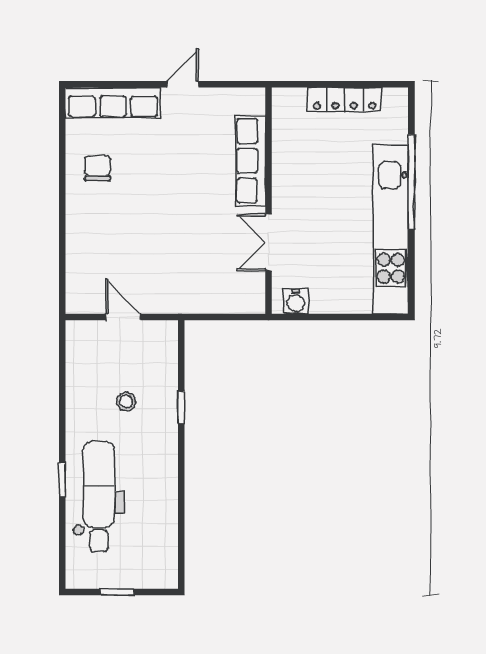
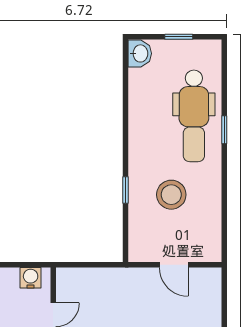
stool: (126, 402) -> (171, 195), width x1.89, depth x1.89
washbasin: (164, 572) -> (140, 53), added

